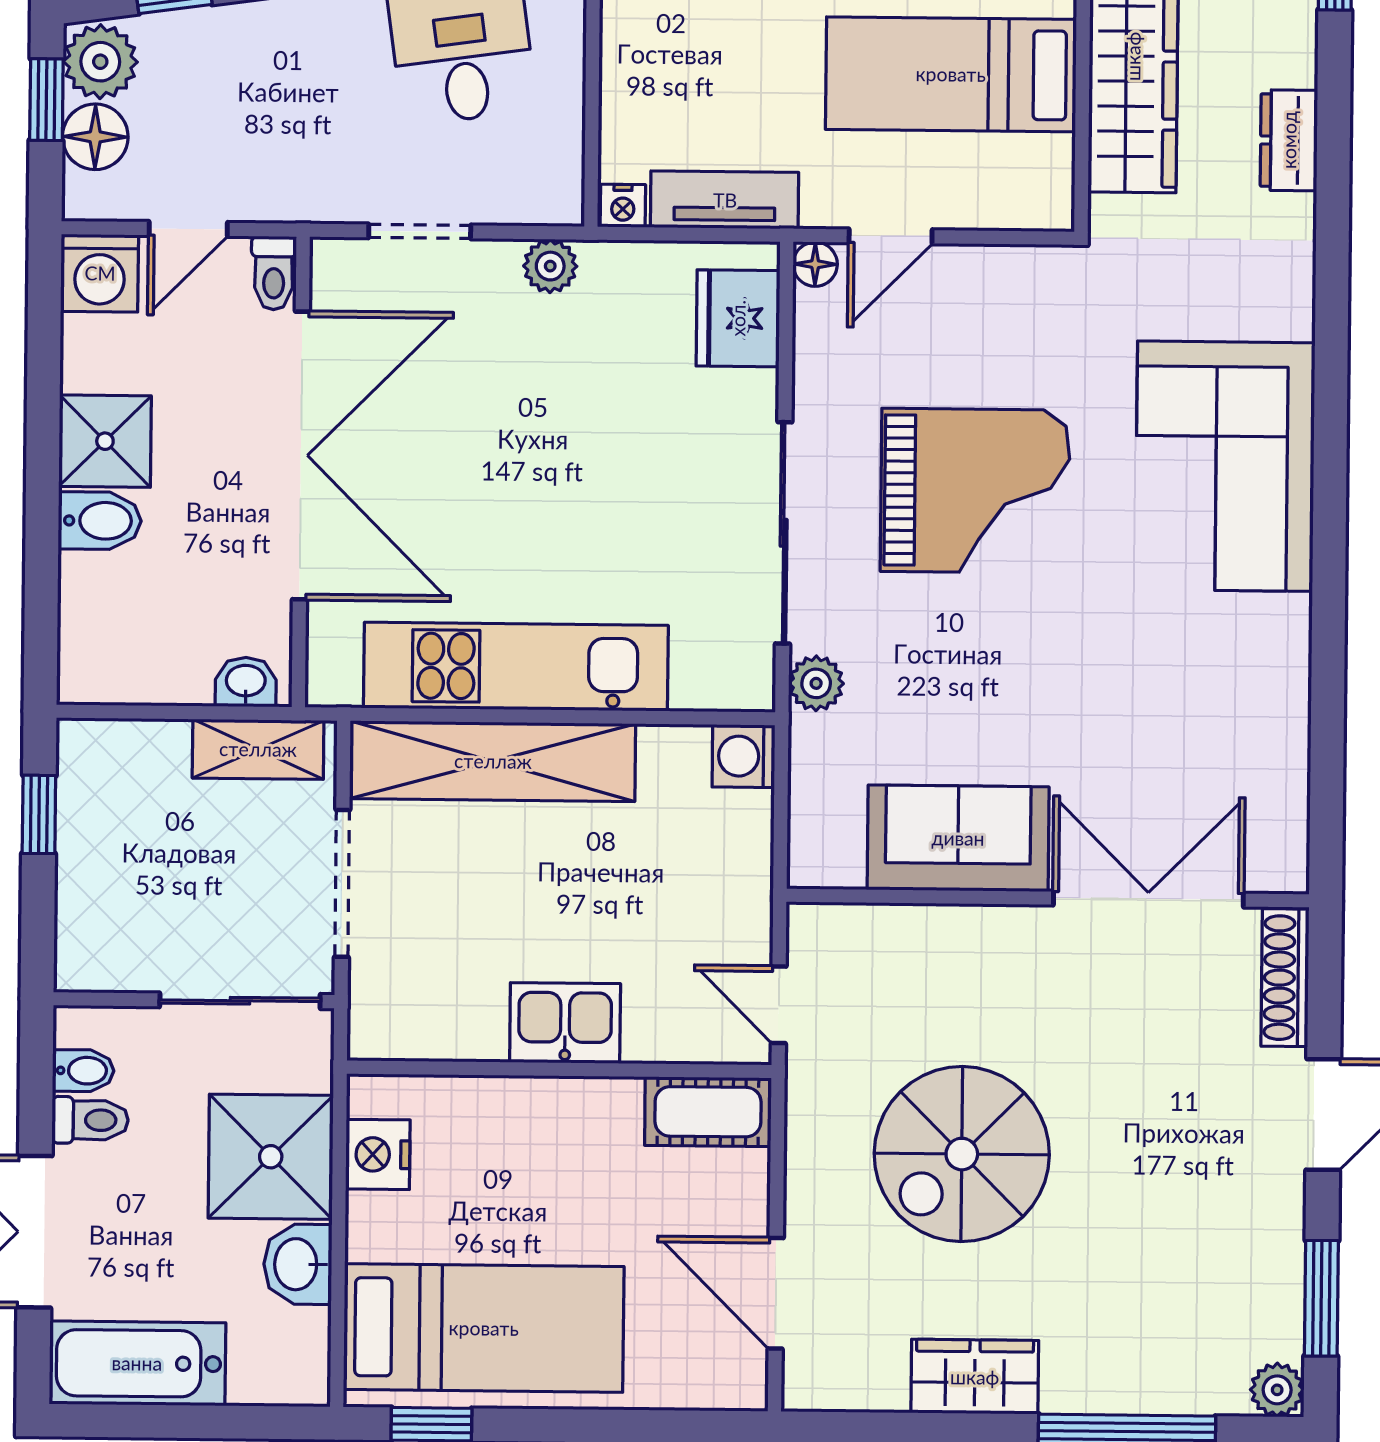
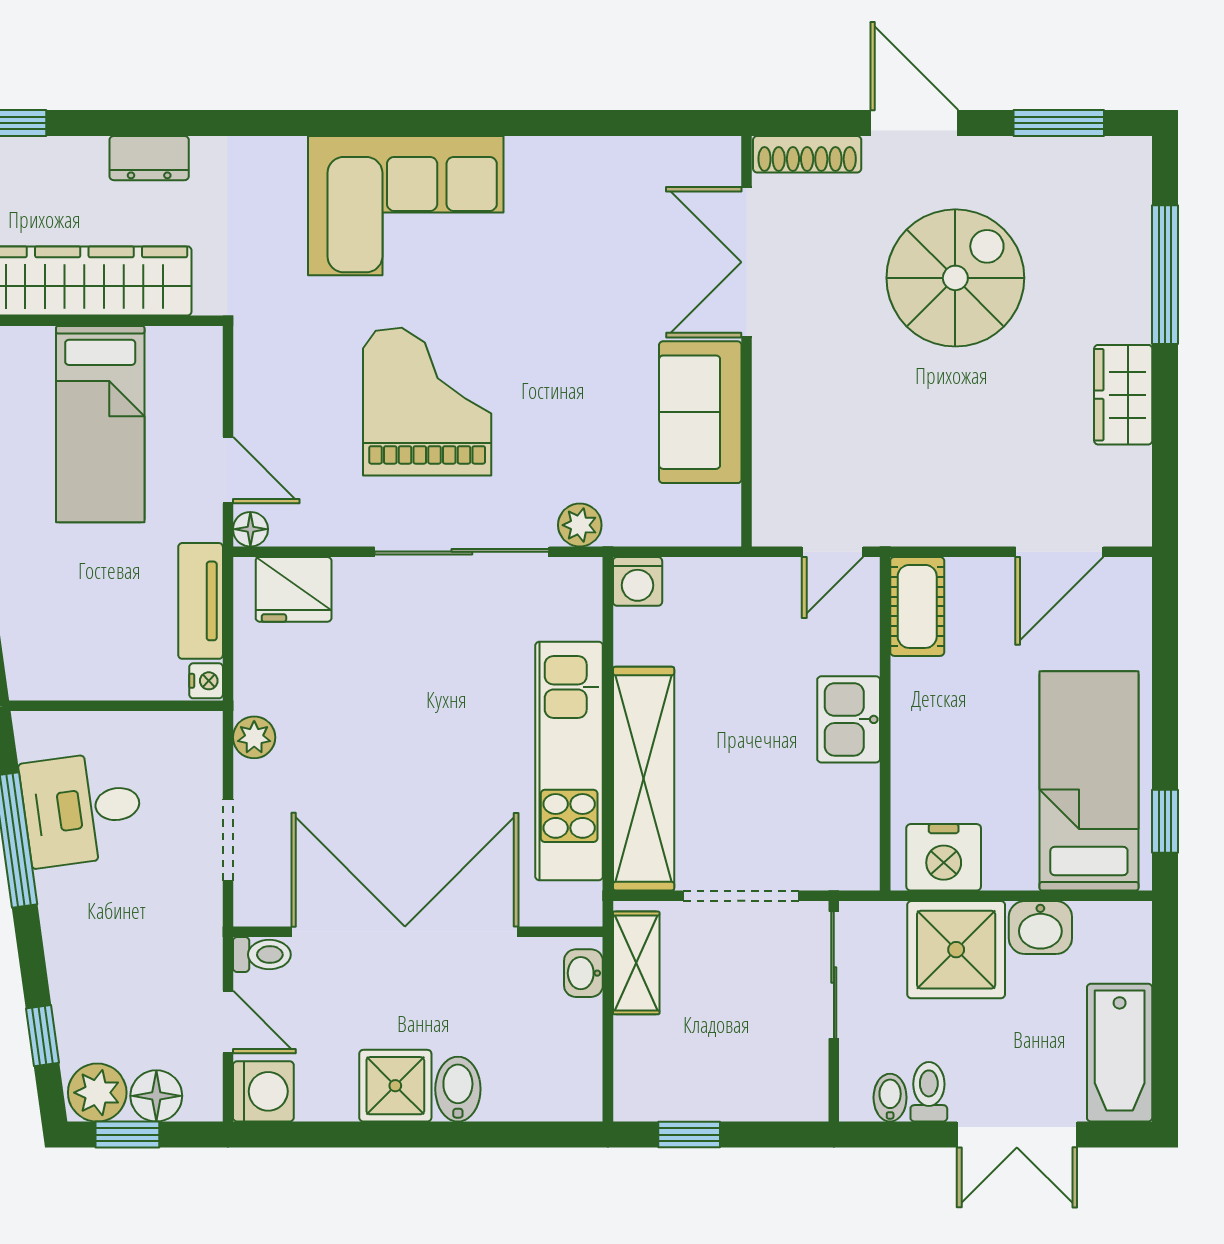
nightstand: (378, 1154) -> (944, 857), width x1.36, depth x1.33
spiral stairs: (962, 1154) -> (955, 278), moved, turned -90
plant: (1277, 1390) -> (1131, 157), removed

